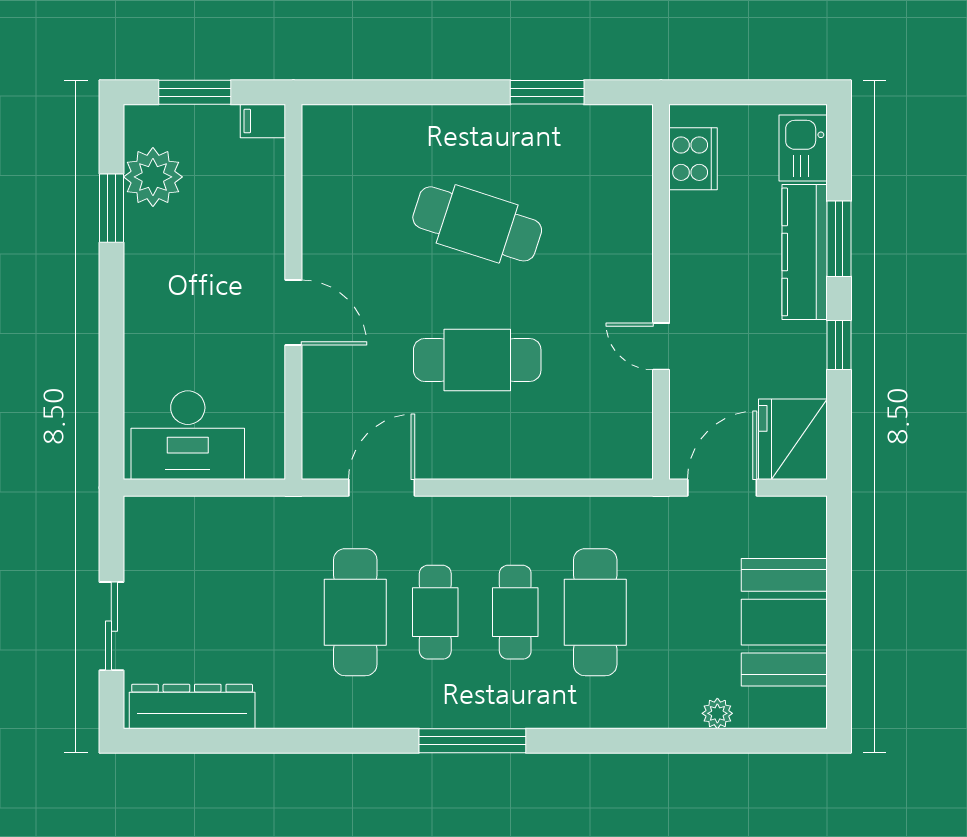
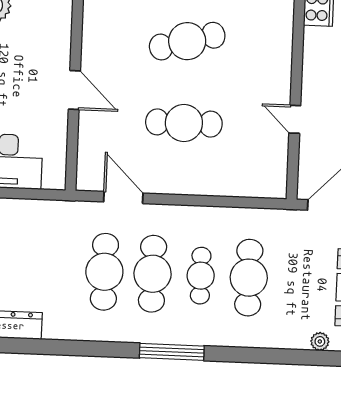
cafe table: (477, 224) -> (187, 41), turned -33
door: (382, 488) -> (123, 197), hinge flipped
cafe table: (435, 612) -> (153, 274), width x1.37, depth x1.35

